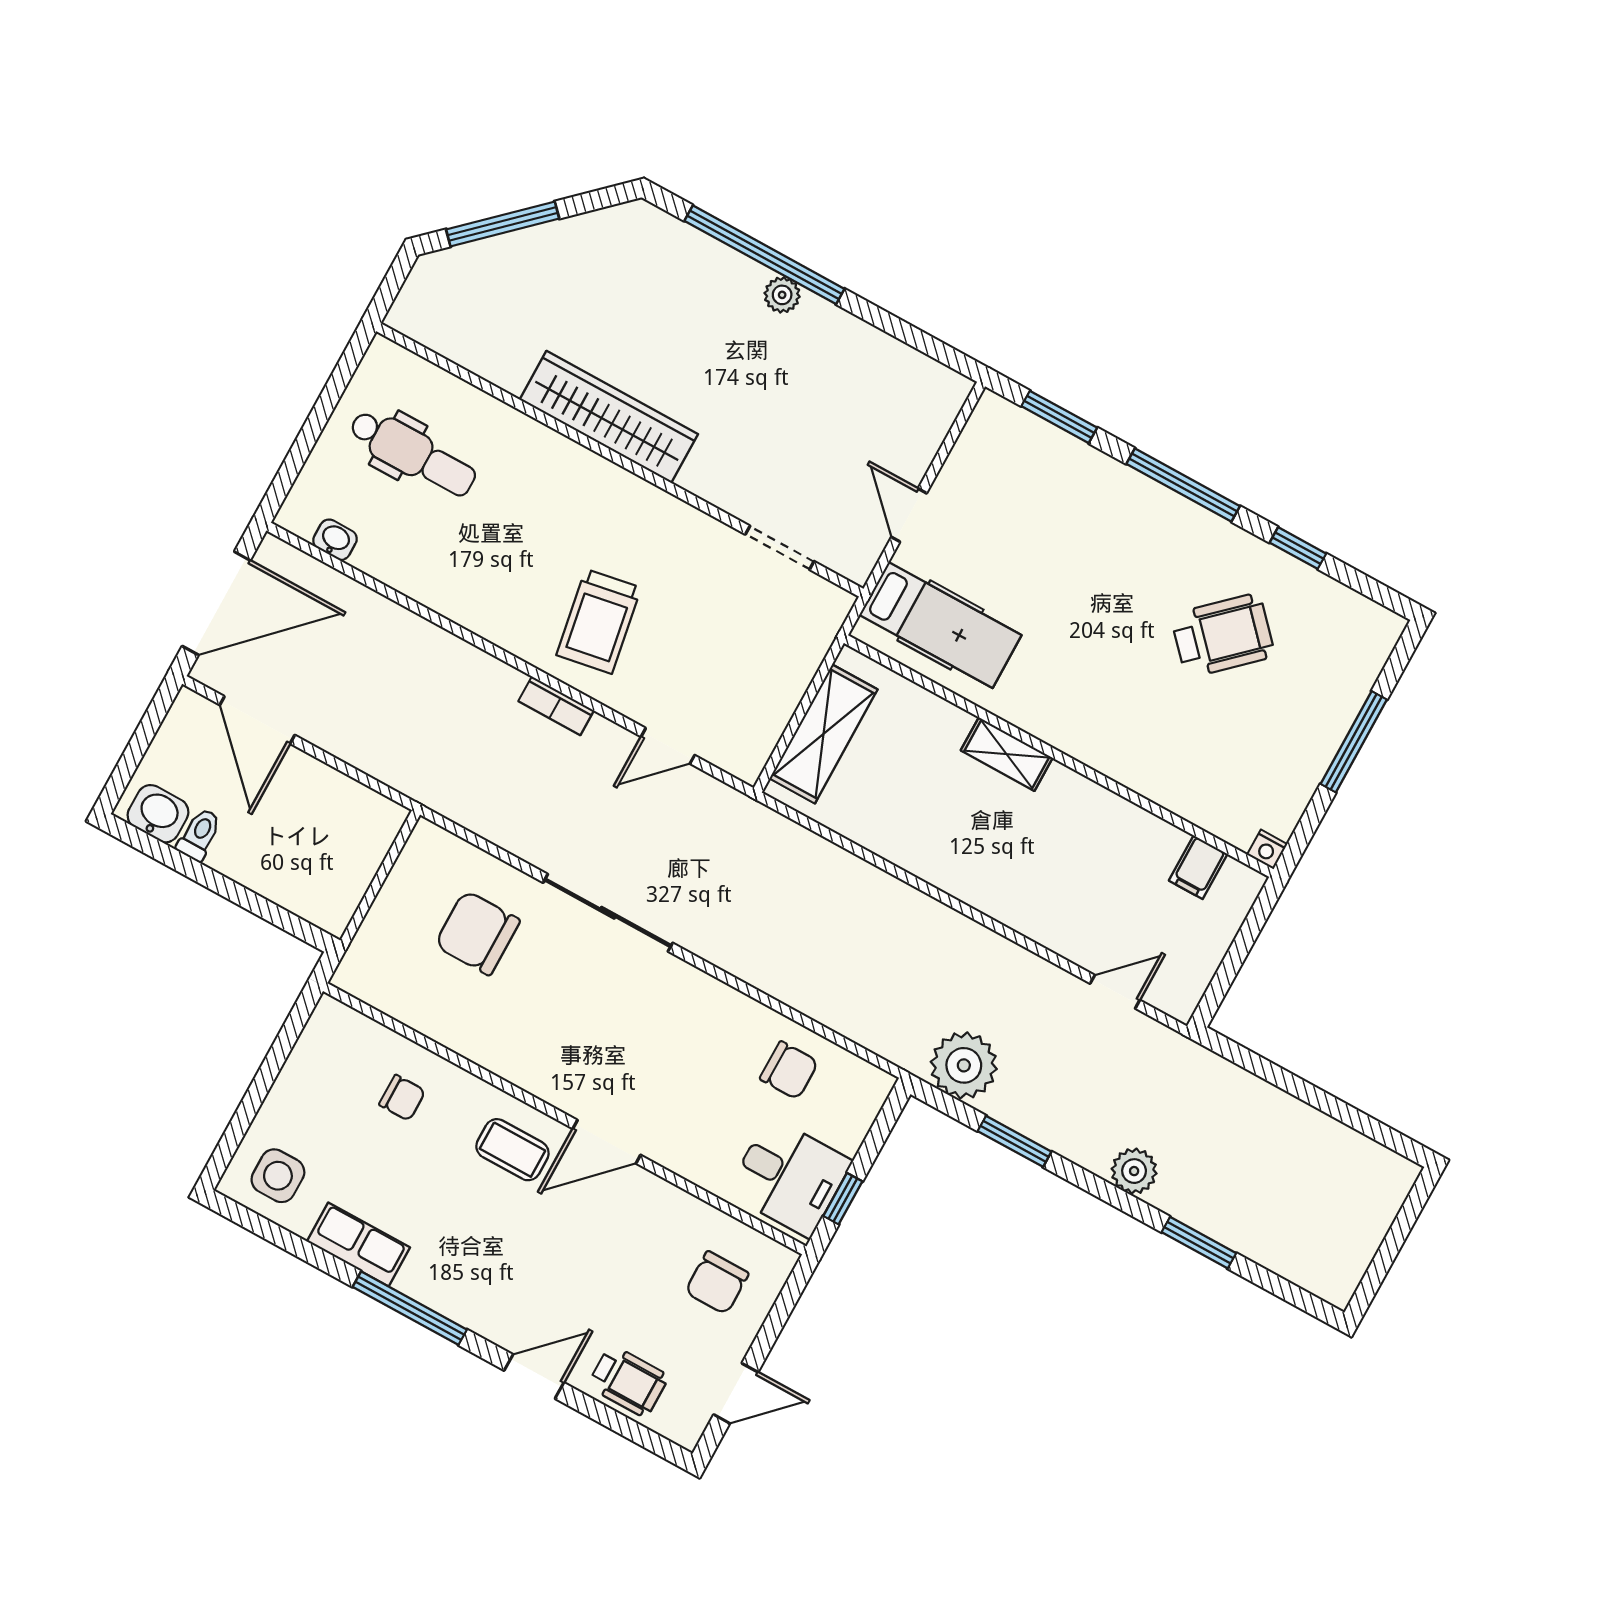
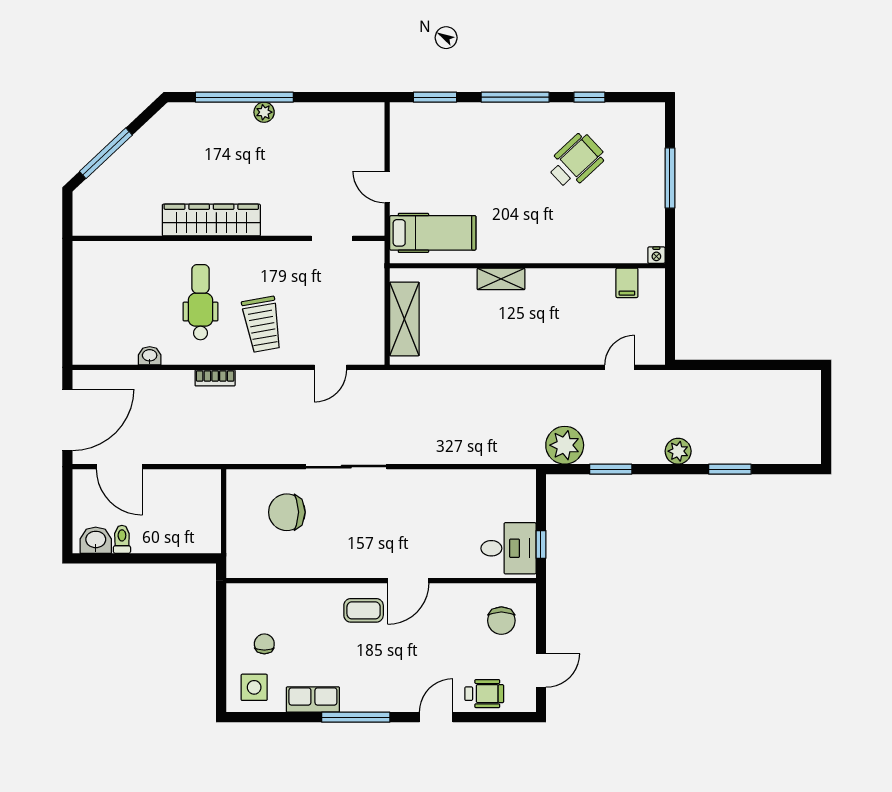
dental chair: (413, 453) -> (200, 302), moved, turned -90
washbasin: (335, 540) -> (150, 356), moved
bookcase: (556, 706) -> (215, 378), moved
chair: (789, 1070) -> (479, 495), removed
chair: (402, 1098) -> (264, 644), moved, turned -90

